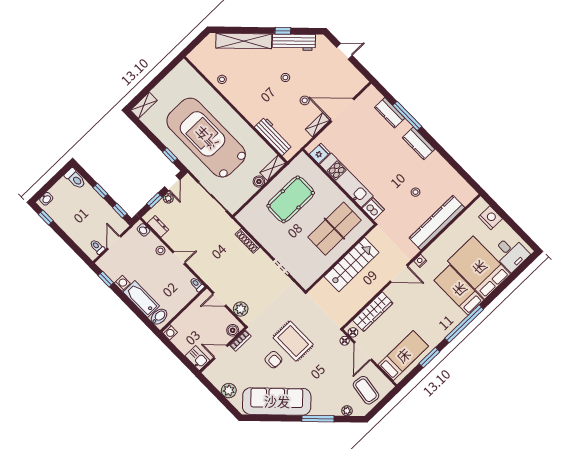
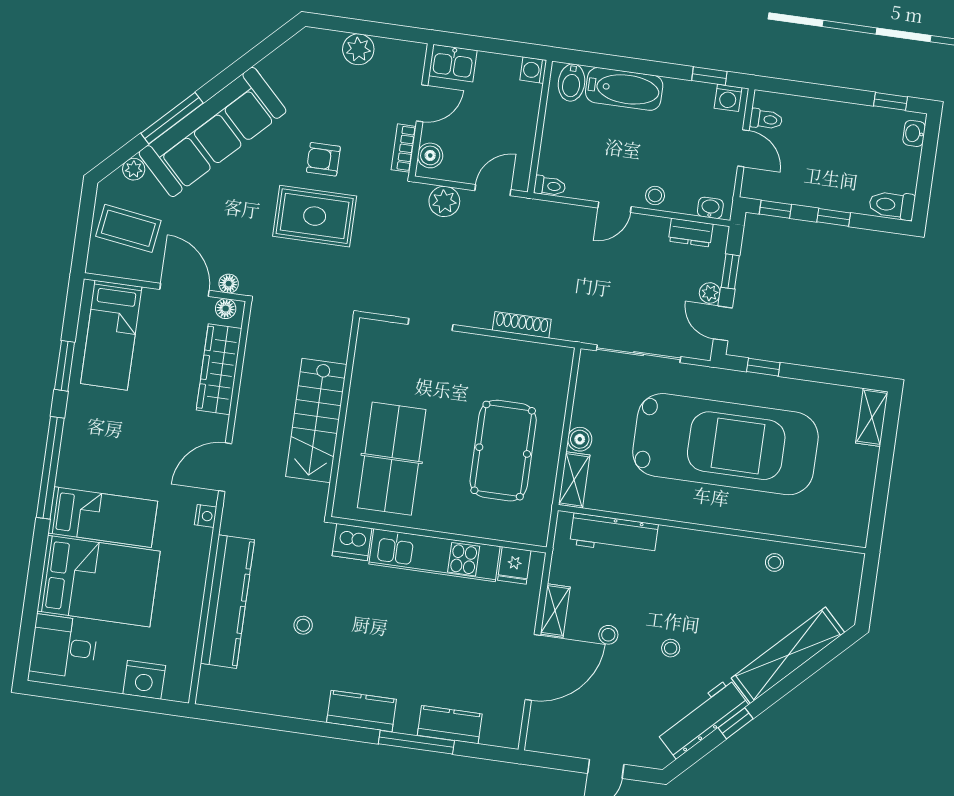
washing machine: (122, 283) -> (728, 98), moved
sofa: (277, 401) -> (213, 132), moved

